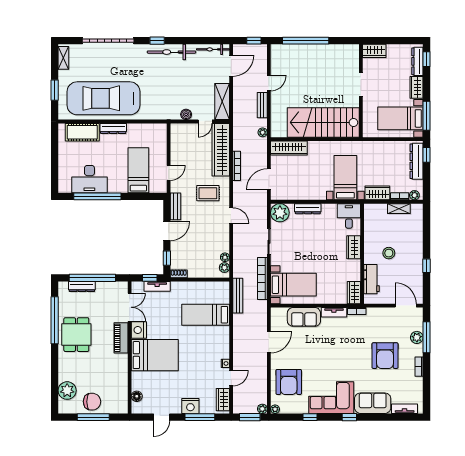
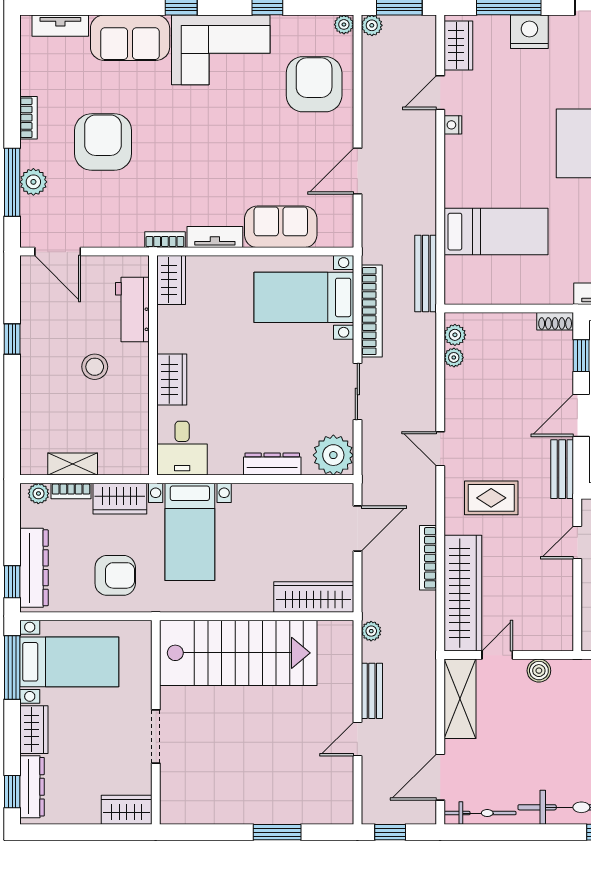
window: (306, 41) -> (277, 832), width x0.47
armchair: (379, 158) -> (115, 575), added

